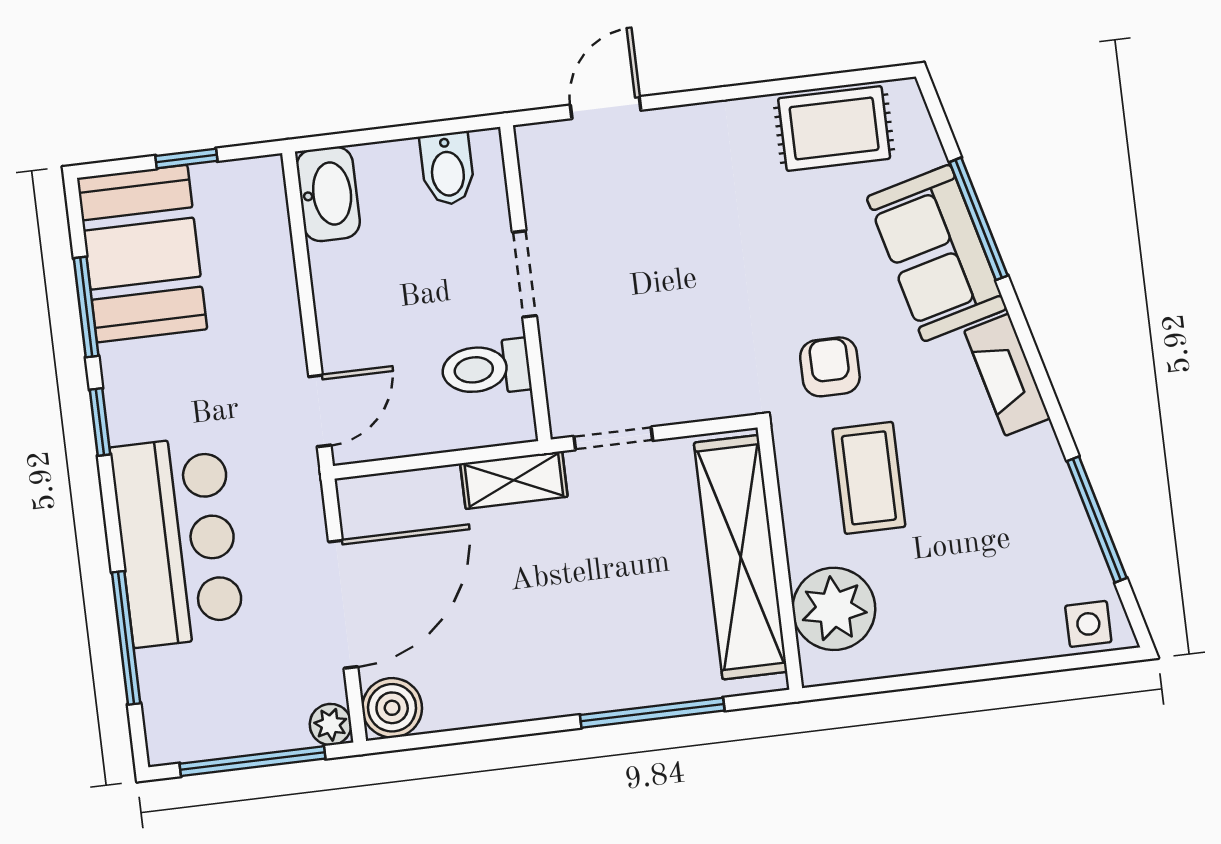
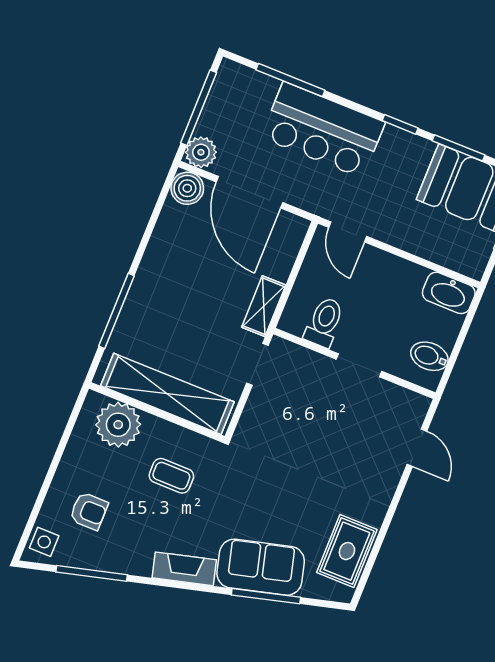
armchair: (830, 367) -> (89, 511), moved
coffee table: (869, 478) -> (171, 476), width x0.73, depth x0.77
plant: (331, 725) -> (201, 152), width x1.38, depth x1.38

